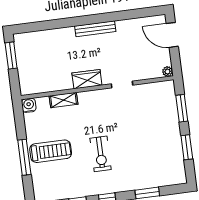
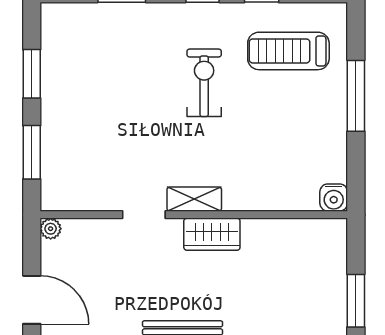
shelving: (63, 100) -> (194, 199), moved
treadmill: (51, 151) -> (288, 51), moved

